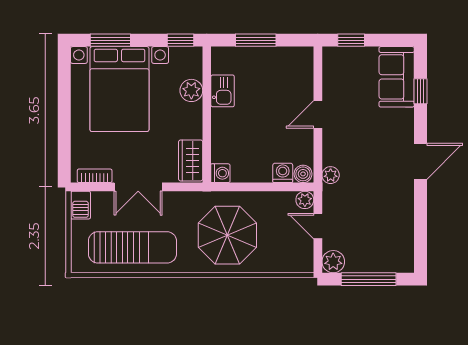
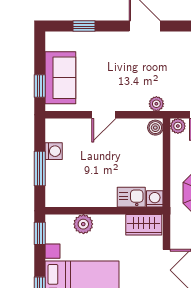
sofa: (397, 77) -> (60, 78), moved, turned -90
kitchen sink: (223, 91) -> (131, 197), moved
door: (318, 114) -> (104, 115), hinge flipped
washing machine: (283, 173) -> (54, 151), moved, turned 180

